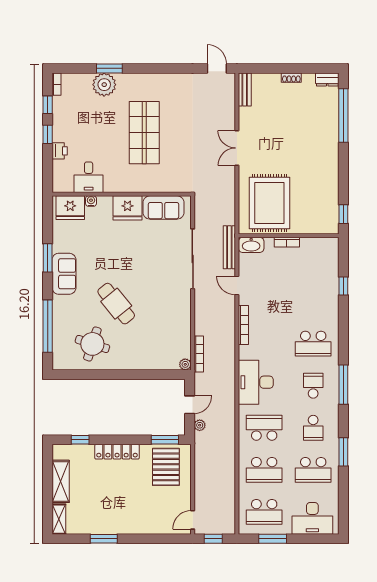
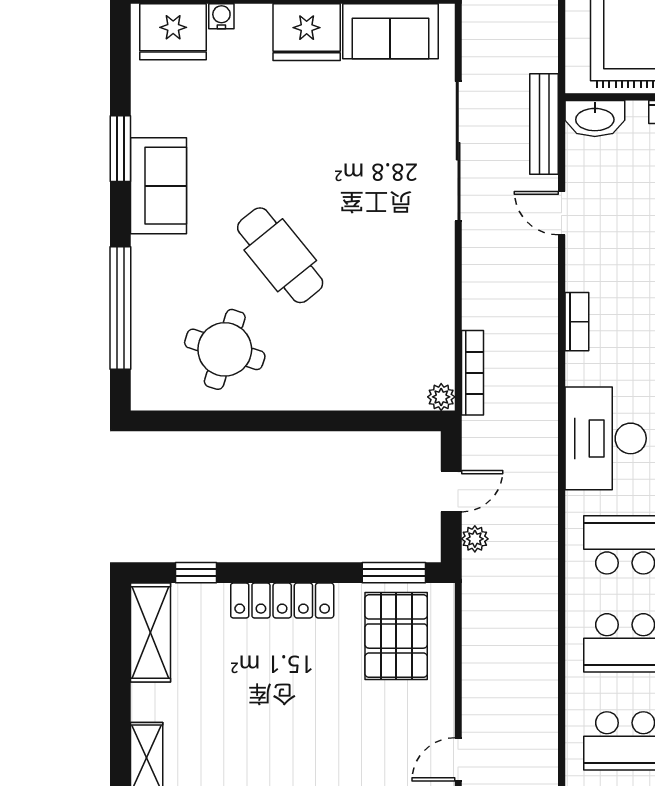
bookcase: (243, 325) -> (577, 322), width x0.64
shelving: (61, 481) -> (150, 632), moved

